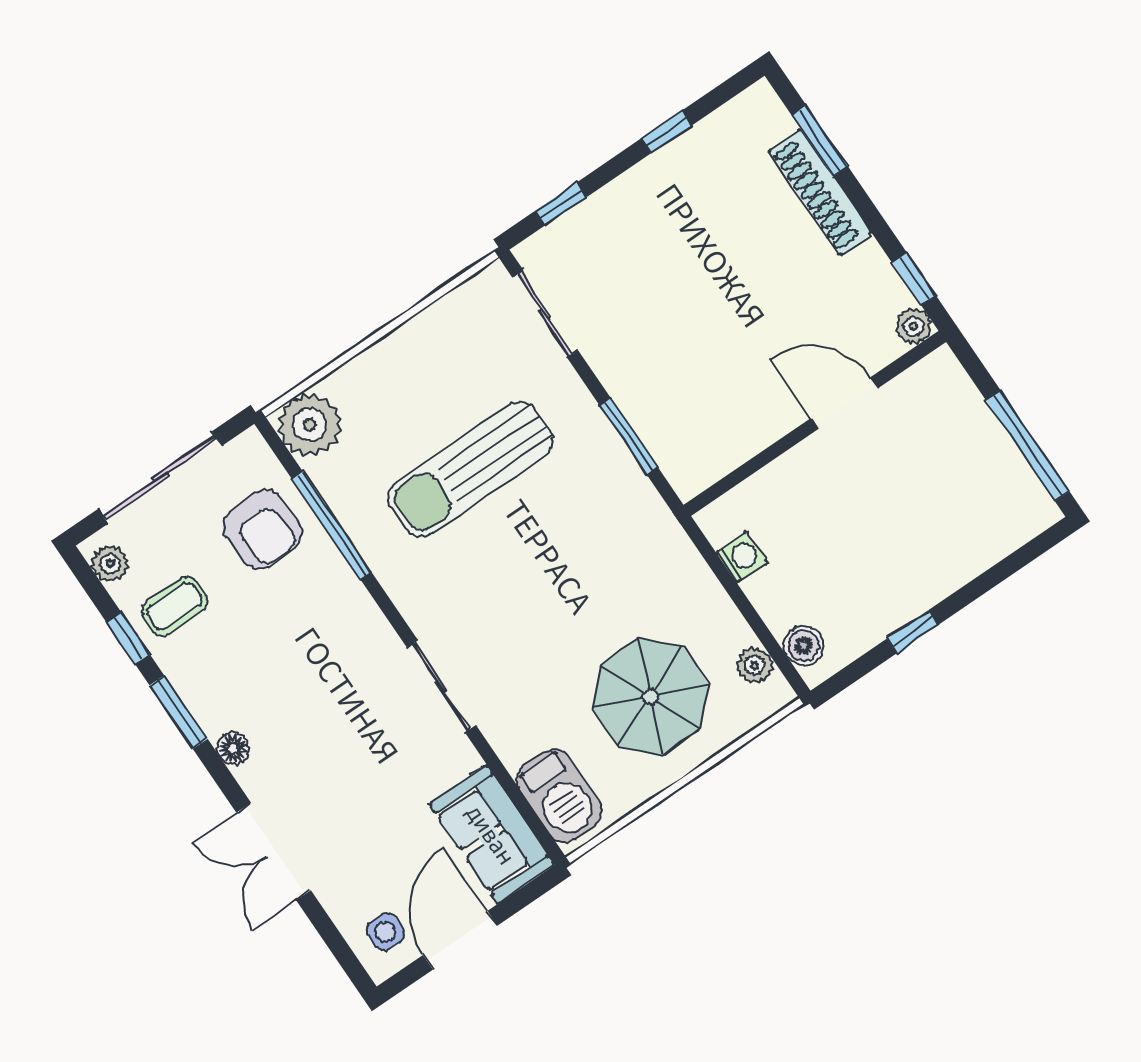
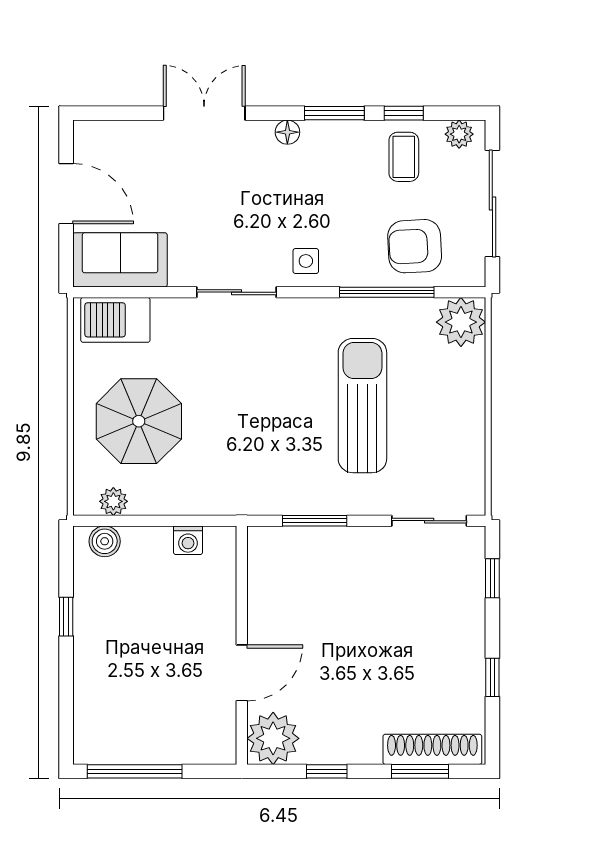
shoe rack: (820, 192) -> (432, 749), moved
window: (914, 279) -> (327, 771), moved
plant: (914, 326) -> (273, 738), width x1.87, depth x1.87
side table: (386, 932) -> (306, 261), moved

